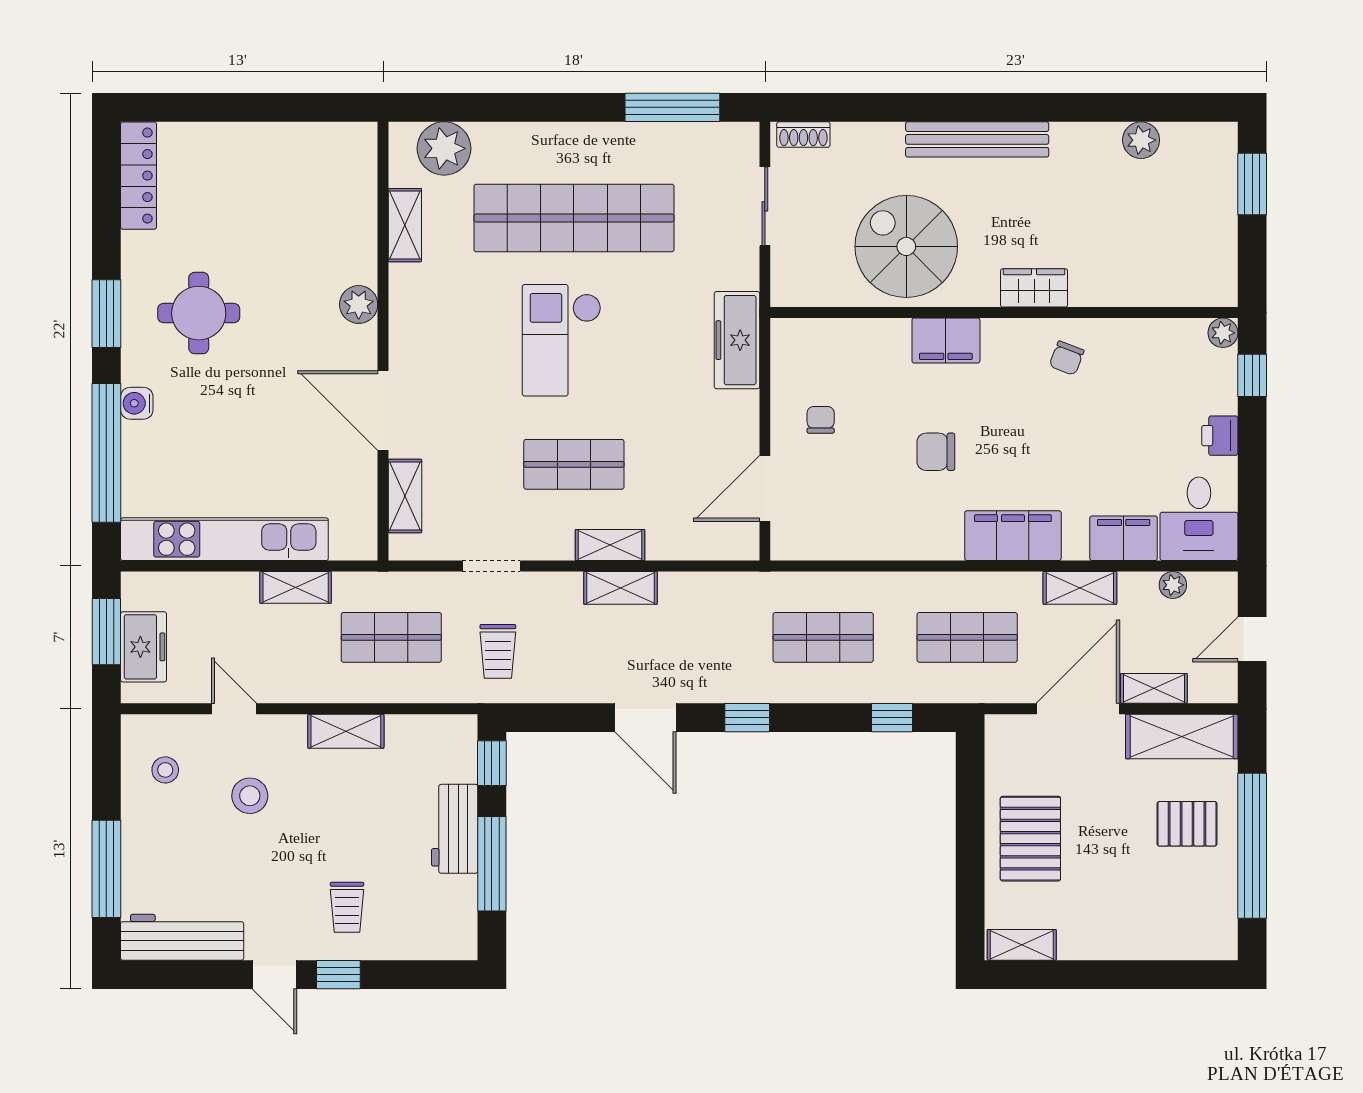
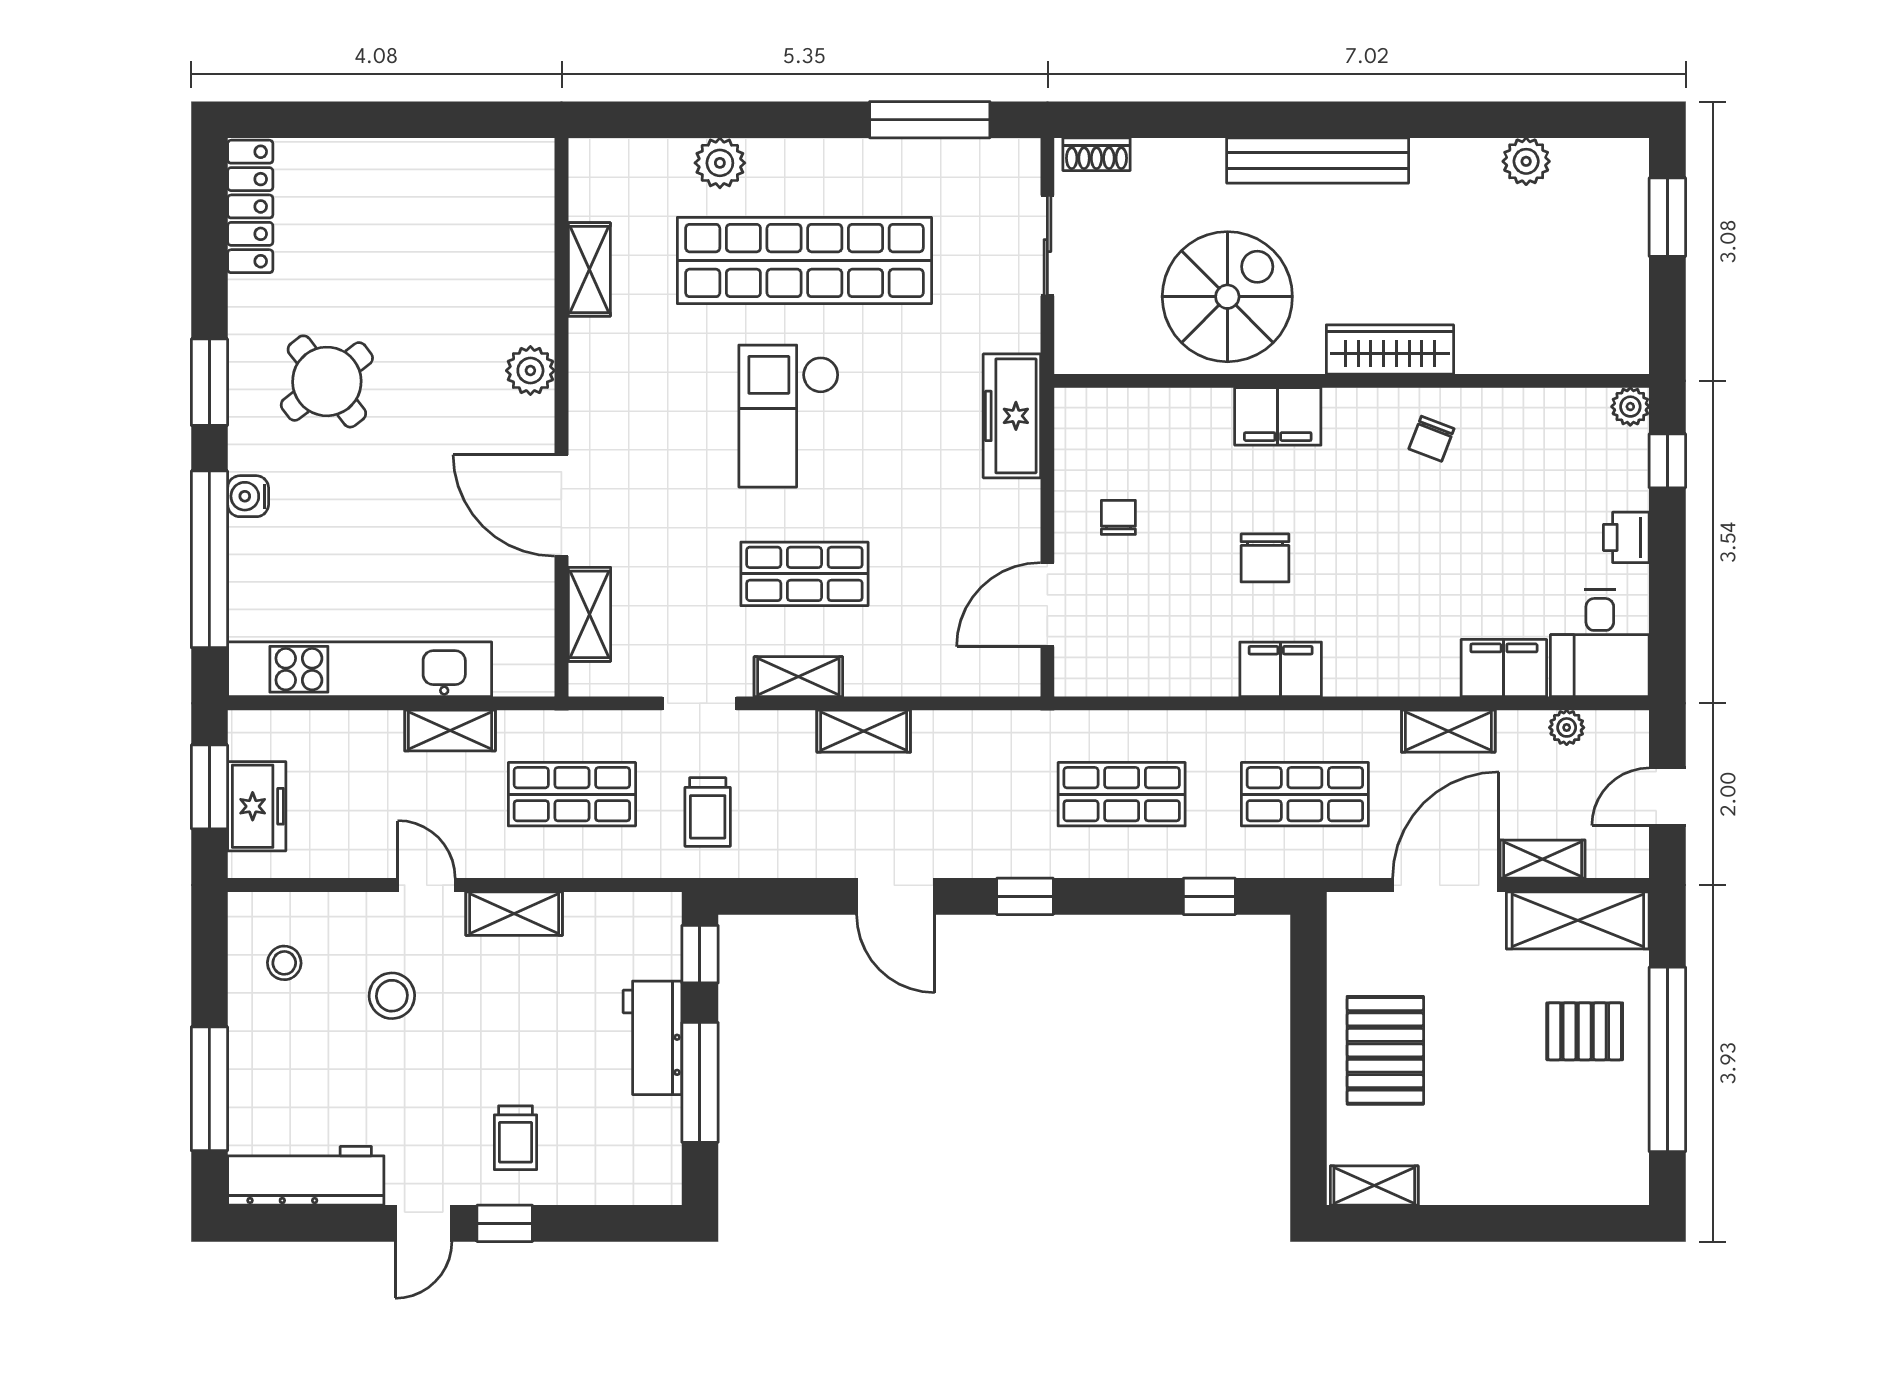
plant: (444, 148) -> (720, 163), moved, width x0.73, depth x0.73
spiral stairs: (906, 246) -> (1227, 297), turned 90
wardrobe: (1034, 288) -> (1390, 349), width x1.50
round table: (199, 313) -> (327, 381), turned -38
chair: (936, 452) -> (1265, 558), turned -90
filing cabinet: (1013, 536) -> (1281, 669), moved, width x0.67, depth x0.86
shelving: (610, 545) -> (798, 677), moved
door: (234, 709) -> (426, 885), moved
door: (275, 975) -> (423, 1223), hinge flipped

